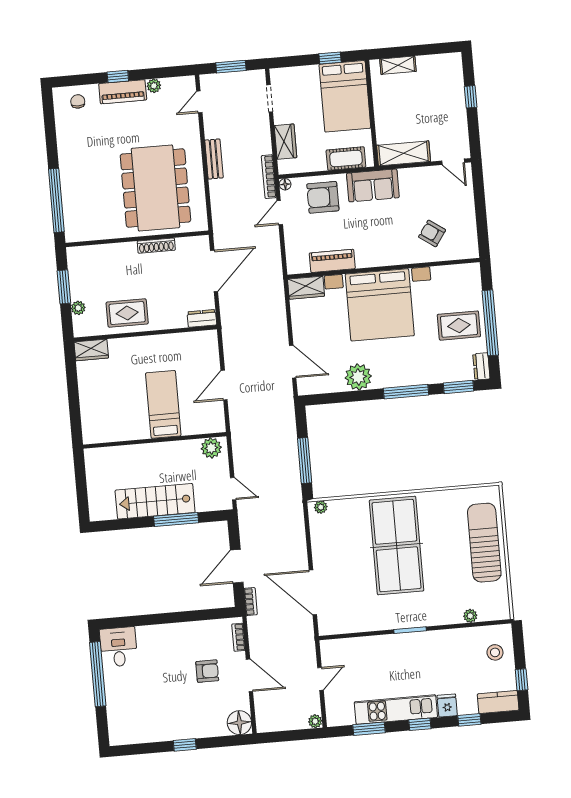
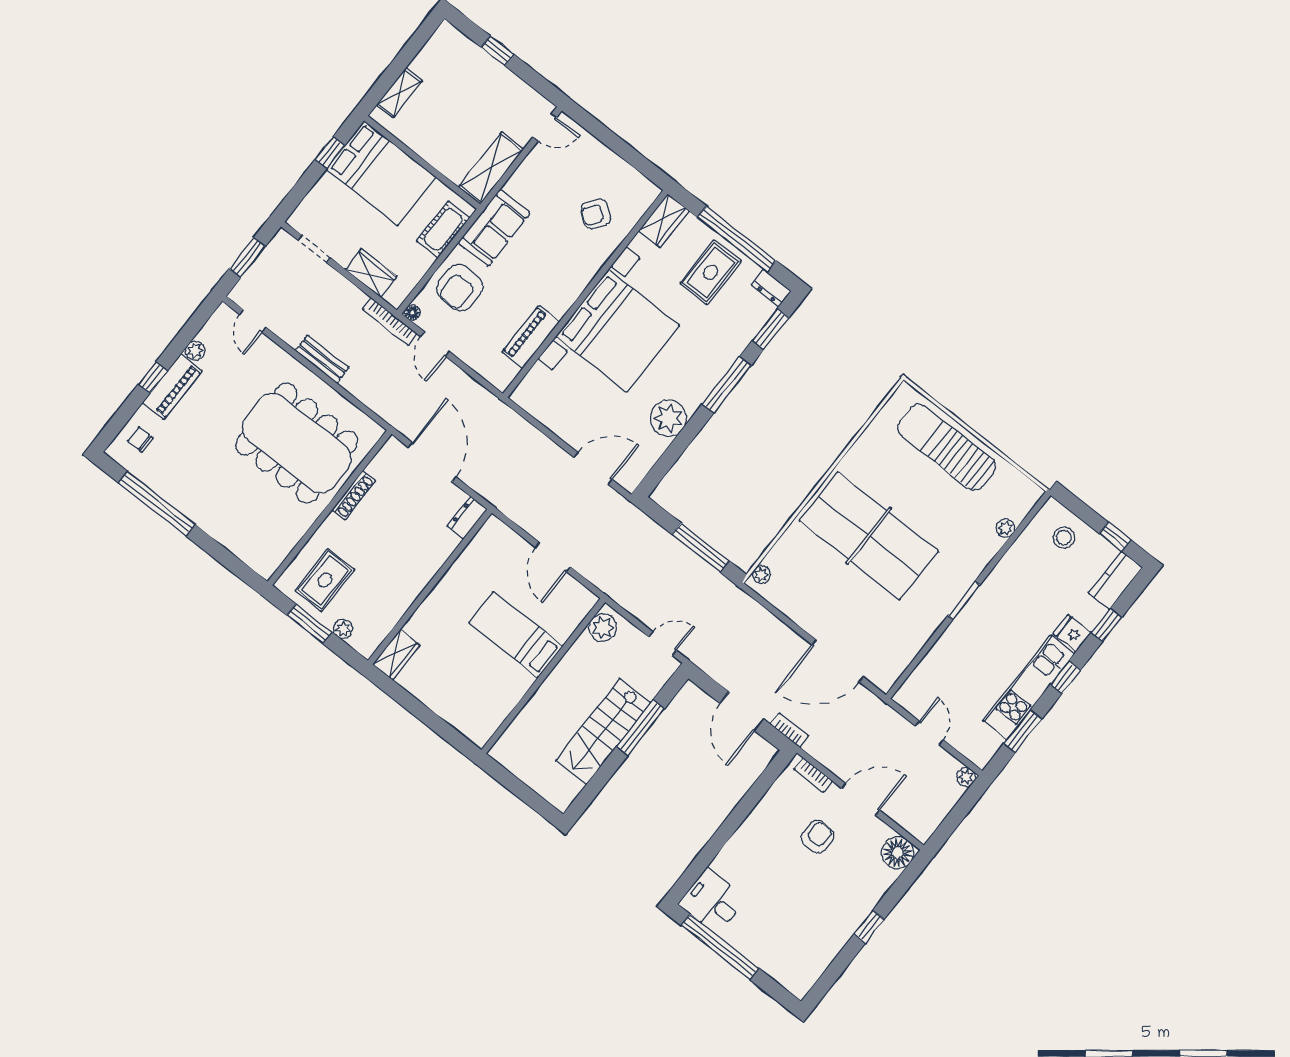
window: (56, 200) -> (157, 504), moved
wardrobe: (306, 288) -> (664, 221), moved
rug: (127, 313) -> (325, 580), moved

